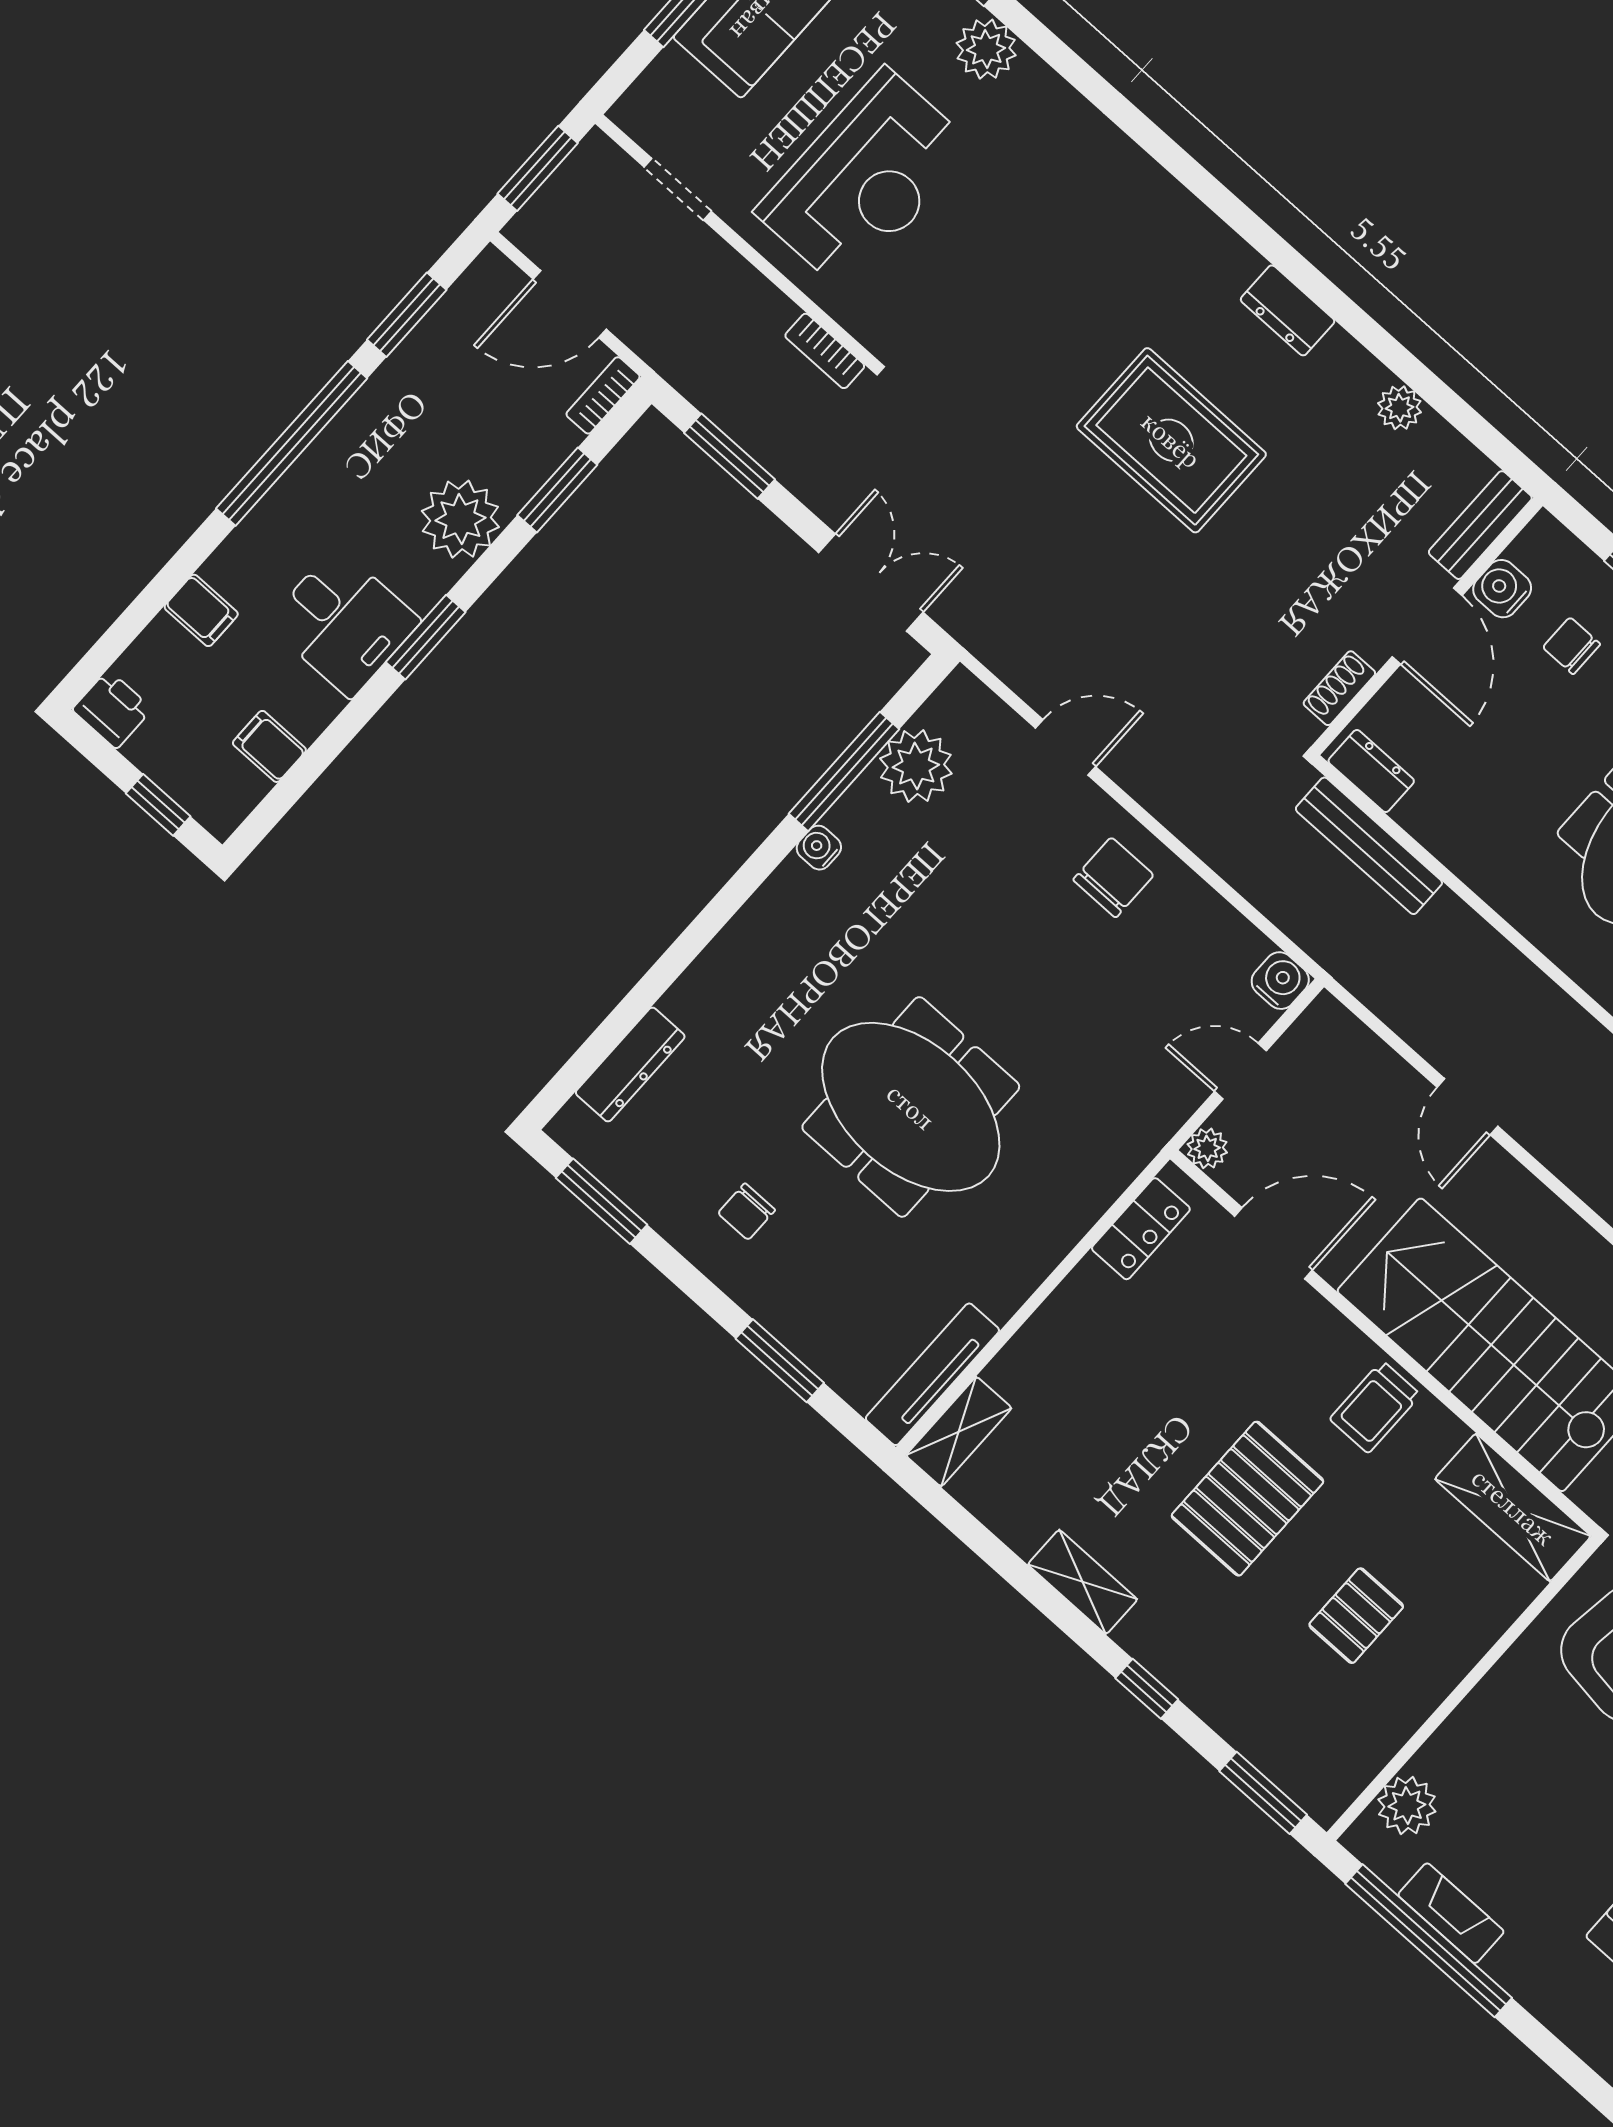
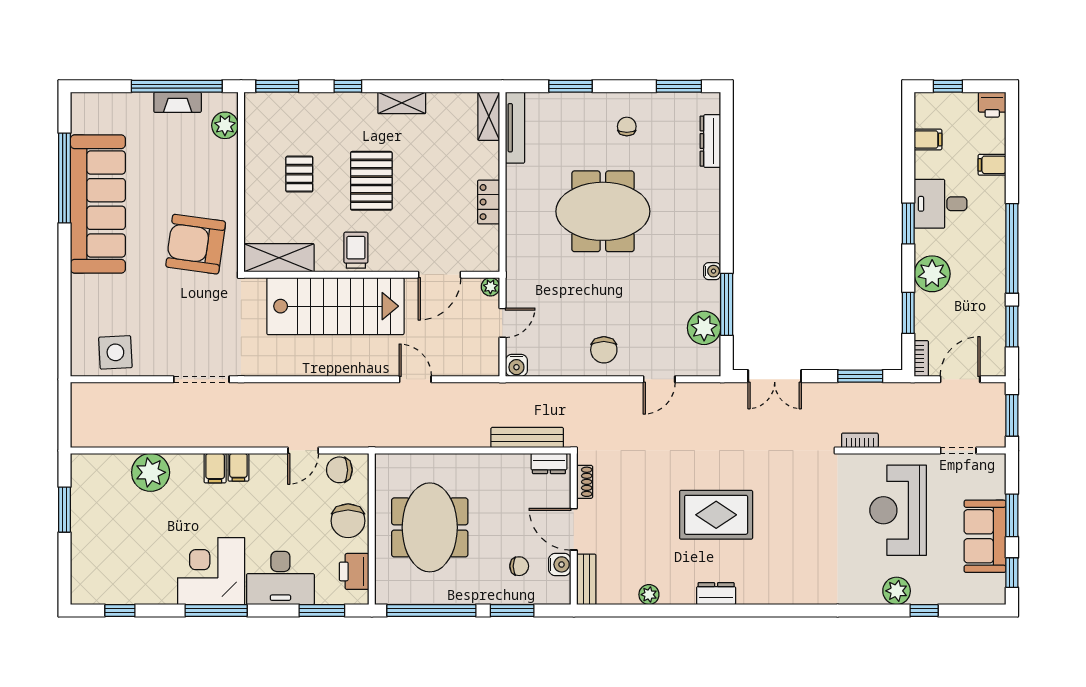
locker: (1141, 1229) -> (489, 202), moved

